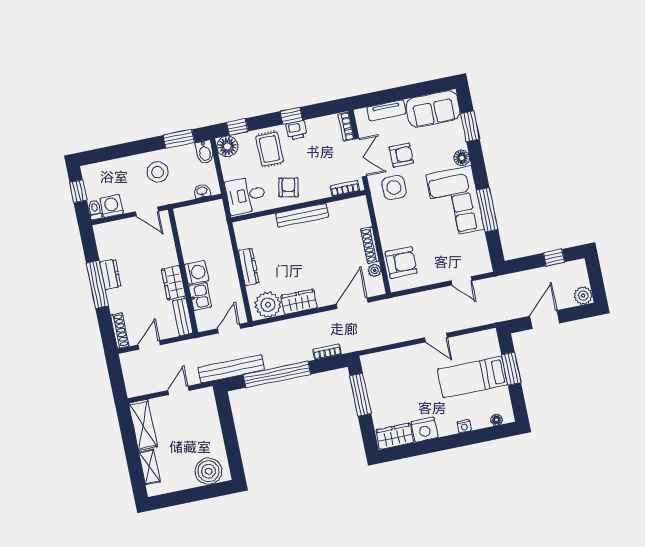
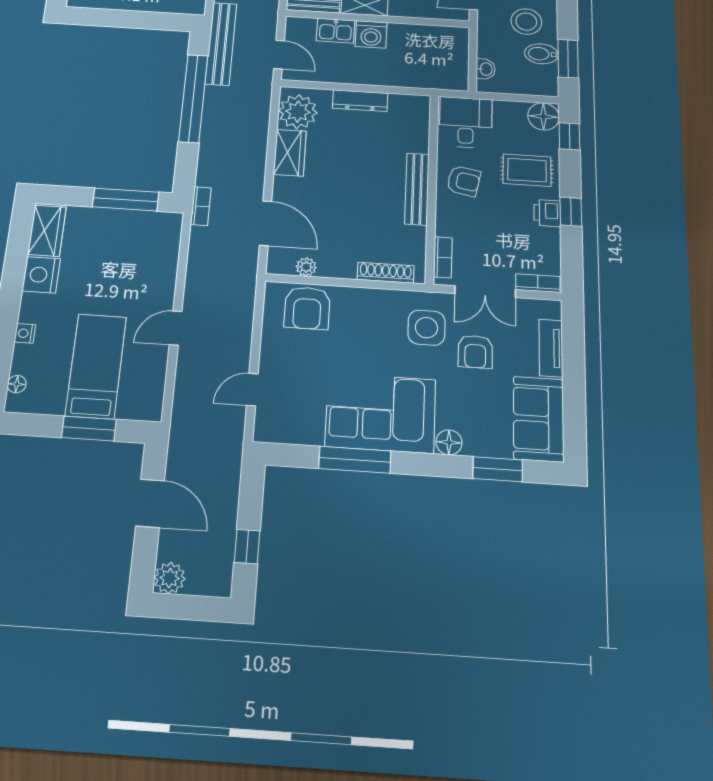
bidet: (205, 152) -> (541, 54), moved
shoe rack: (370, 245) -> (386, 273), moved
bookcase: (327, 352) -> (201, 206), moved

